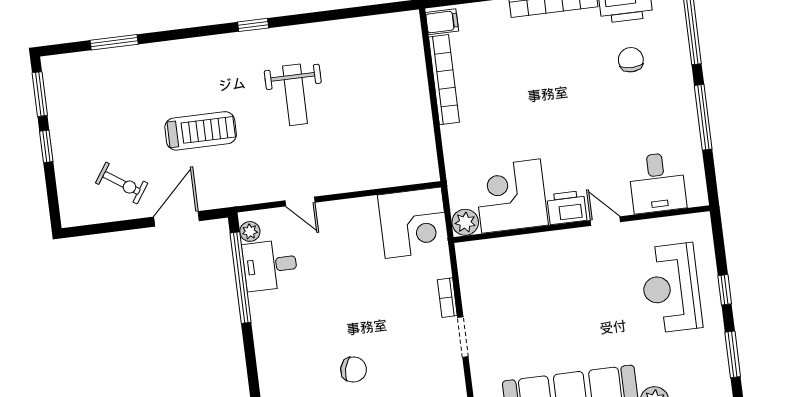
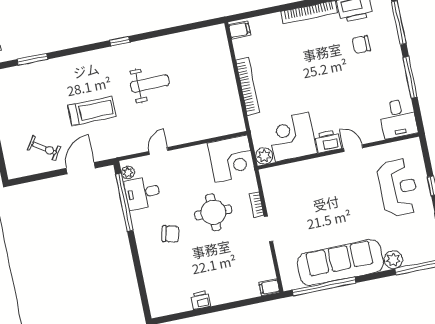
chair: (631, 60) -> (361, 44), turned -90
bookcase: (444, 80) -> (248, 86), moved
weight bench: (295, 95) -> (150, 84), turned -90
desk: (657, 183) -> (398, 118), moved
door: (300, 202) -> (158, 151), swing flipped
reception desk: (671, 288) -> (398, 187), turned 180
round table: (378, 304) -> (213, 212), added
chair: (354, 369) -> (171, 234), moved

